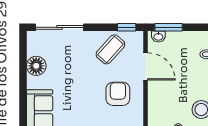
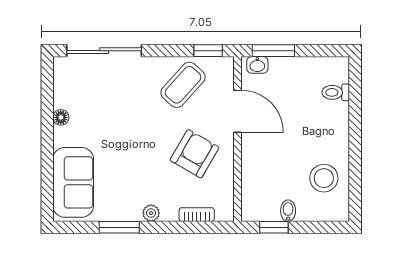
floor lamp: (36, 66) -> (61, 117), width x0.53, depth x0.53
armchair: (118, 94) -> (195, 154), turned 30

